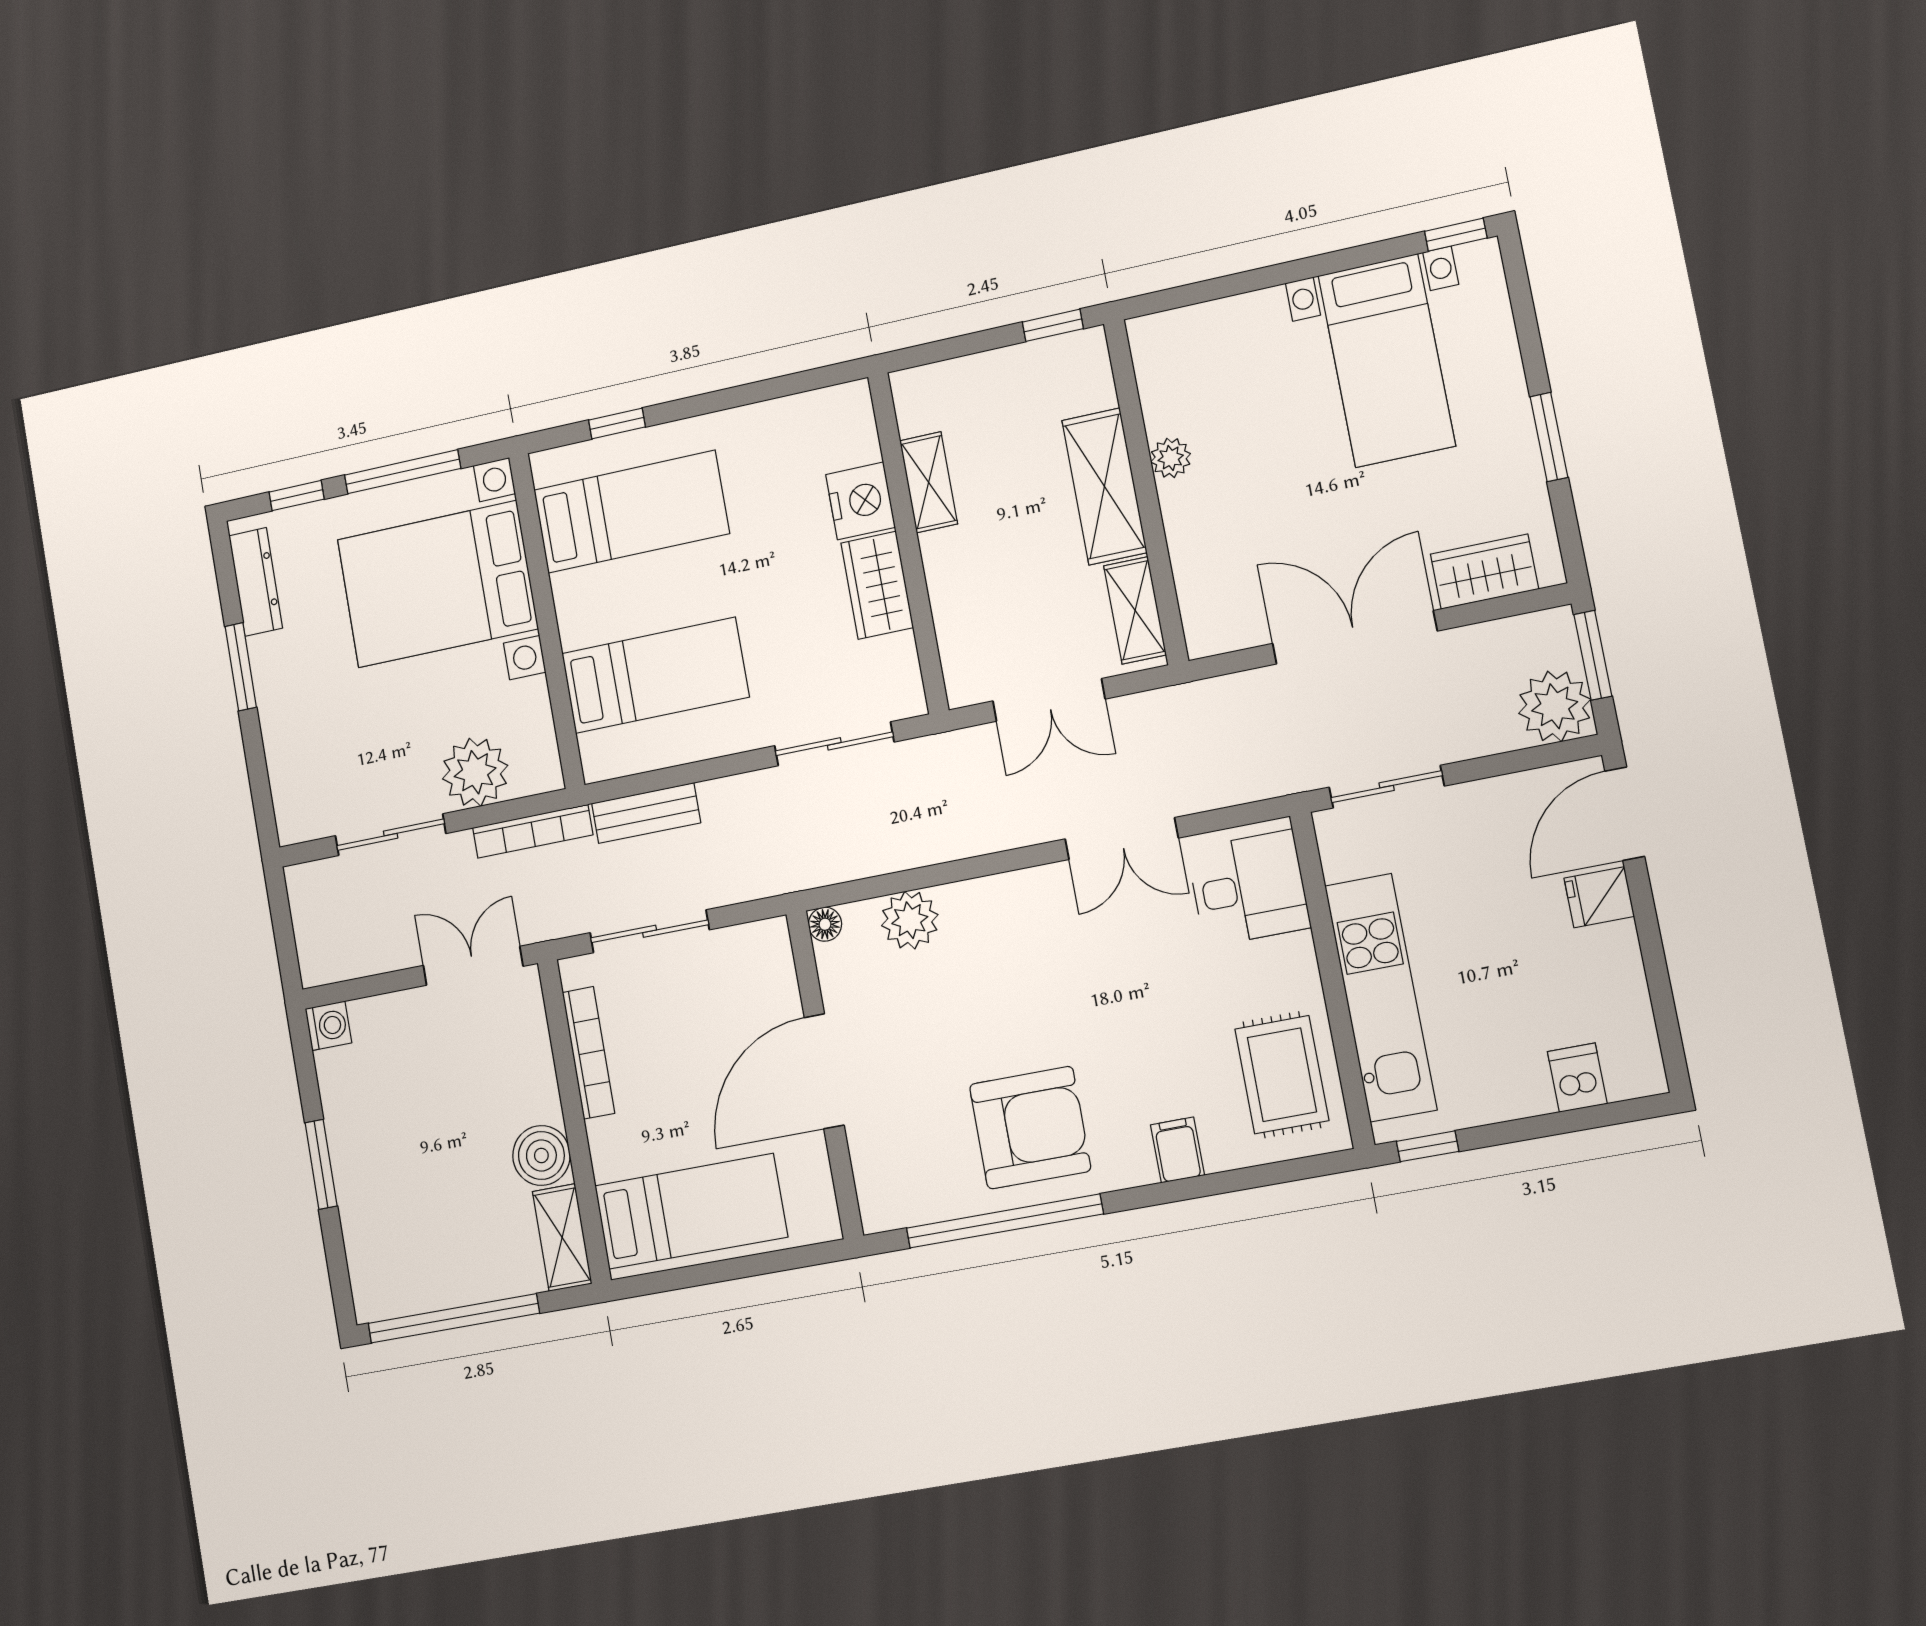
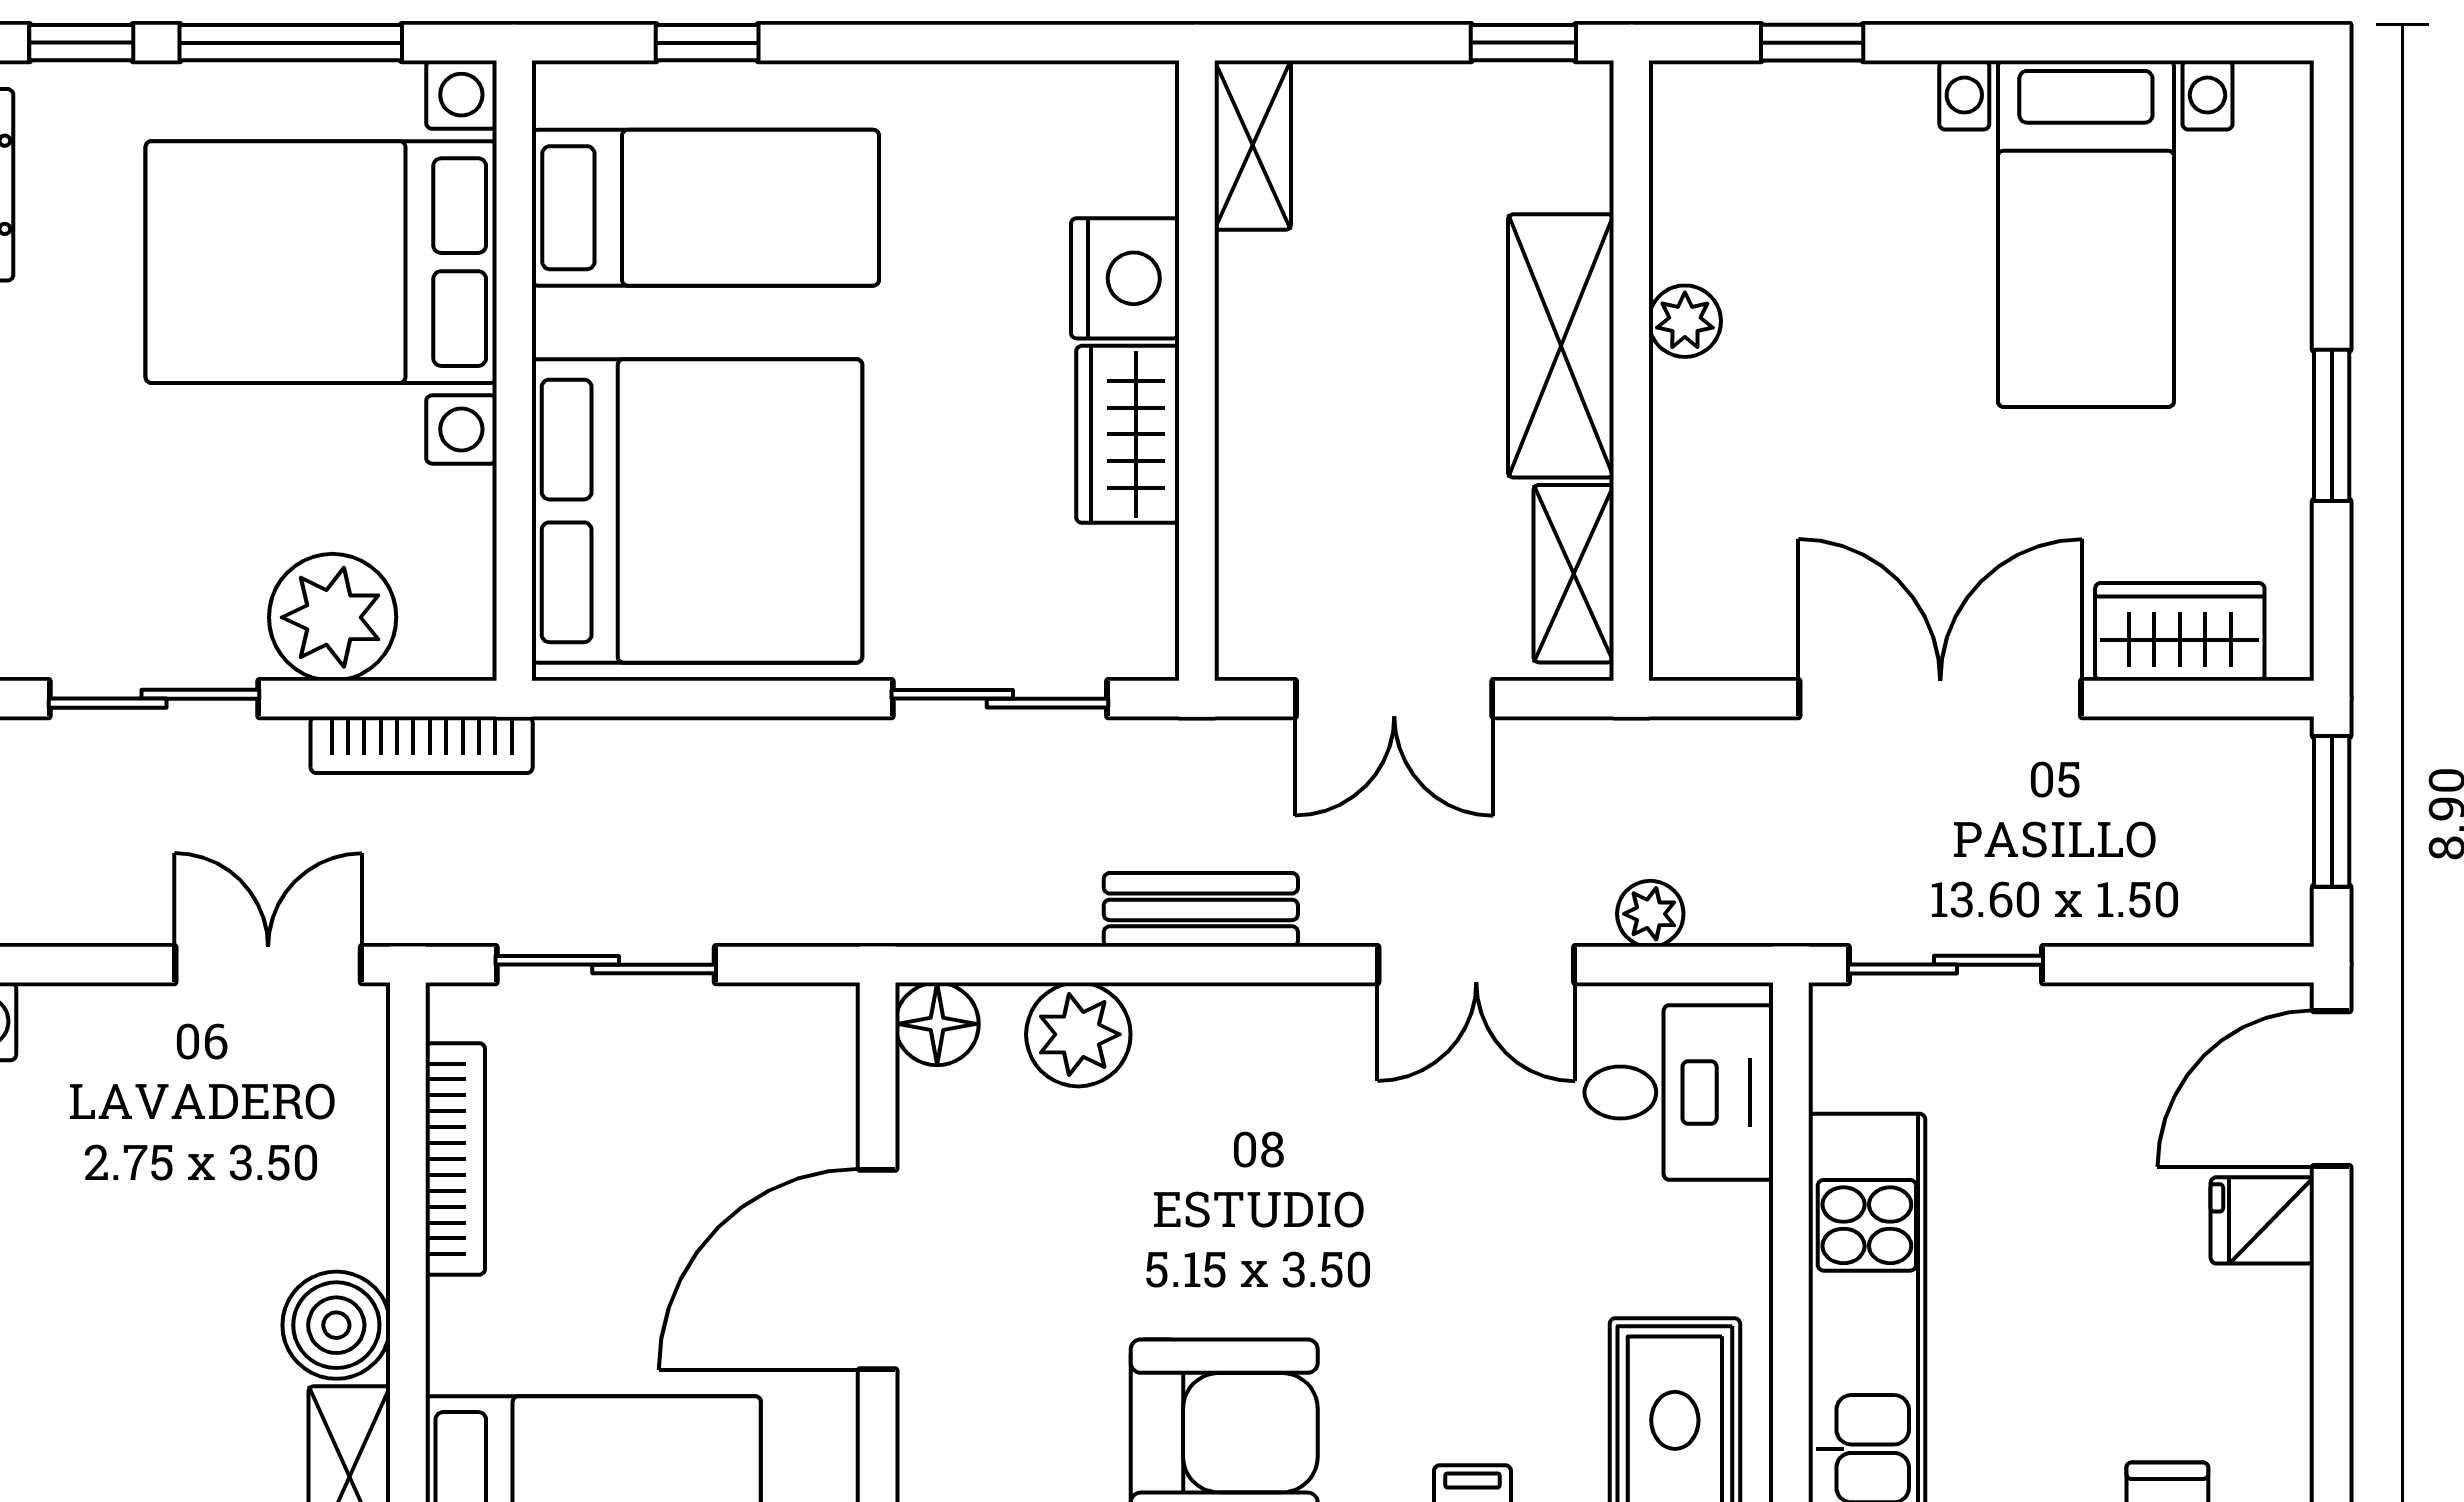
window: (1456, 235) -> (1812, 43), moved
shelving: (929, 482) -> (1253, 145), moved
bed: (655, 675) -> (697, 511), width x2.04
plant: (1555, 706) -> (1650, 914), moved, width x0.53, depth x0.53
bench: (646, 813) -> (1201, 910), moved
floor lamp: (825, 924) -> (937, 1024), width x1.37, depth x1.37

